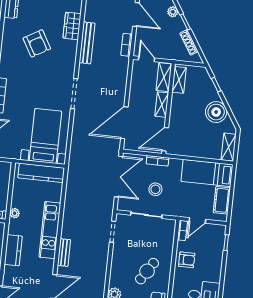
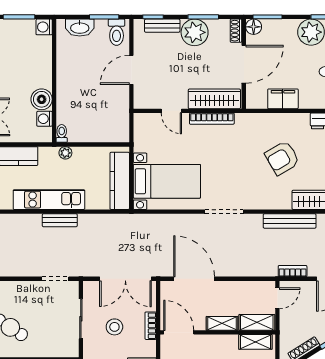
bench: (64, 253) -> (60, 220), moved

